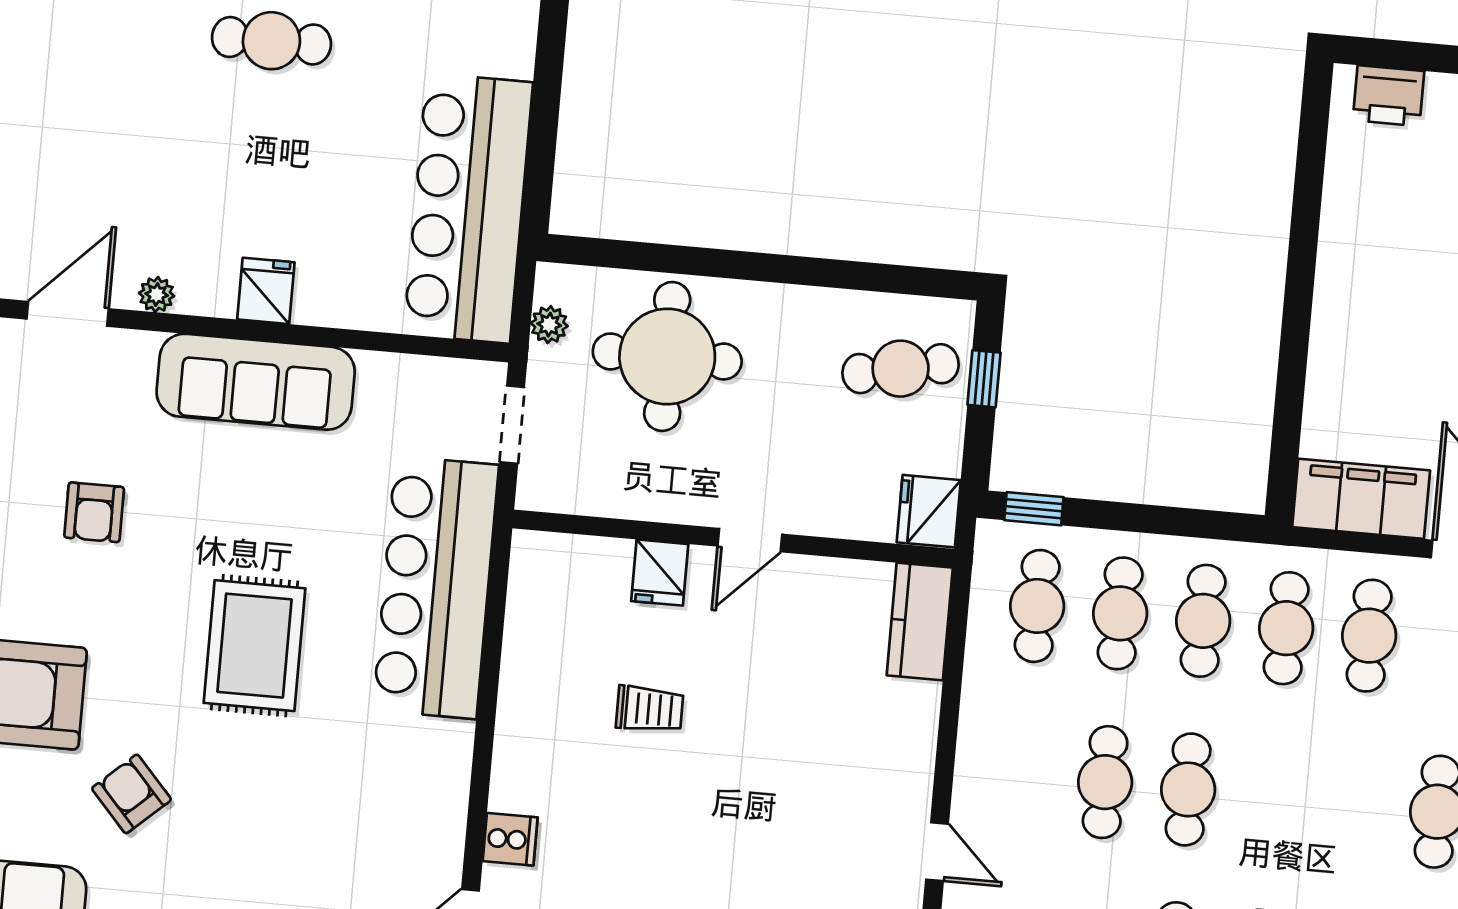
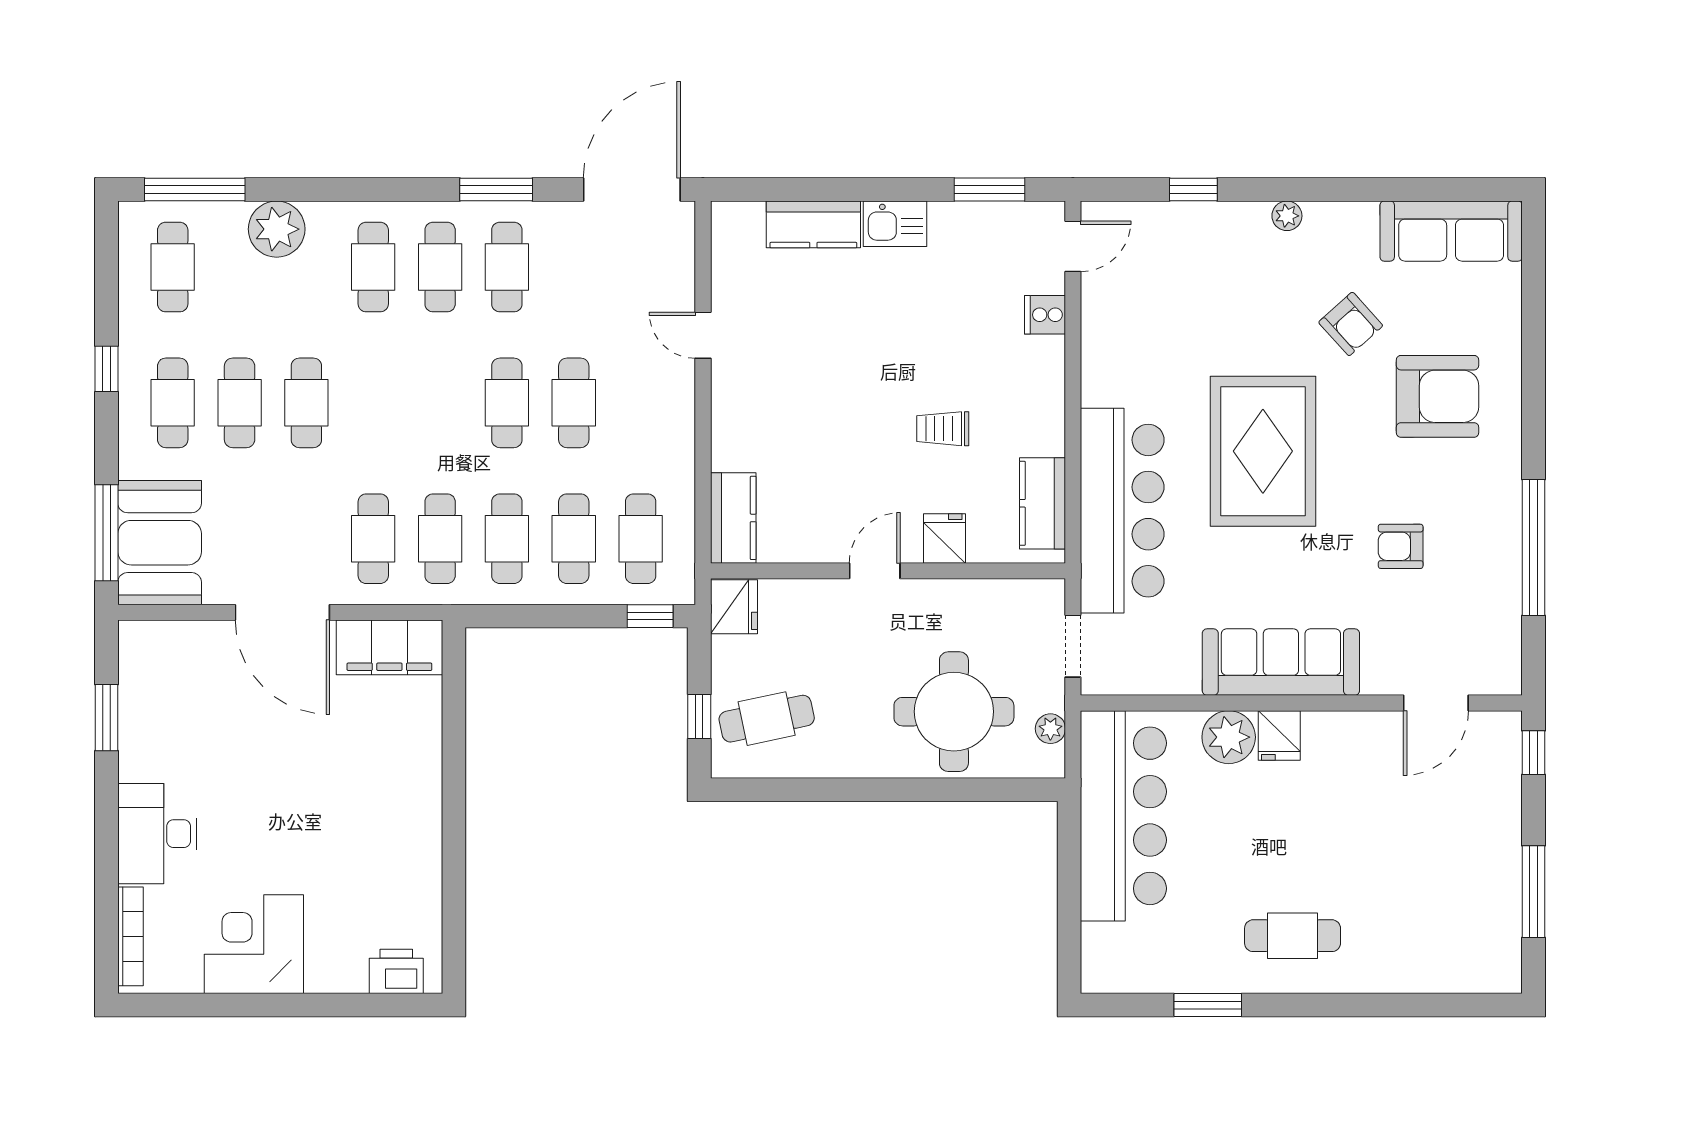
plant: (157, 295) -> (1229, 737), moved, width x1.88, depth x1.88
armchair: (94, 512) -> (1401, 546), turned -90
kitchen counter: (534, 605) -> (1043, 503), added
rug: (254, 646) -> (1263, 451), width x1.37, depth x1.44

